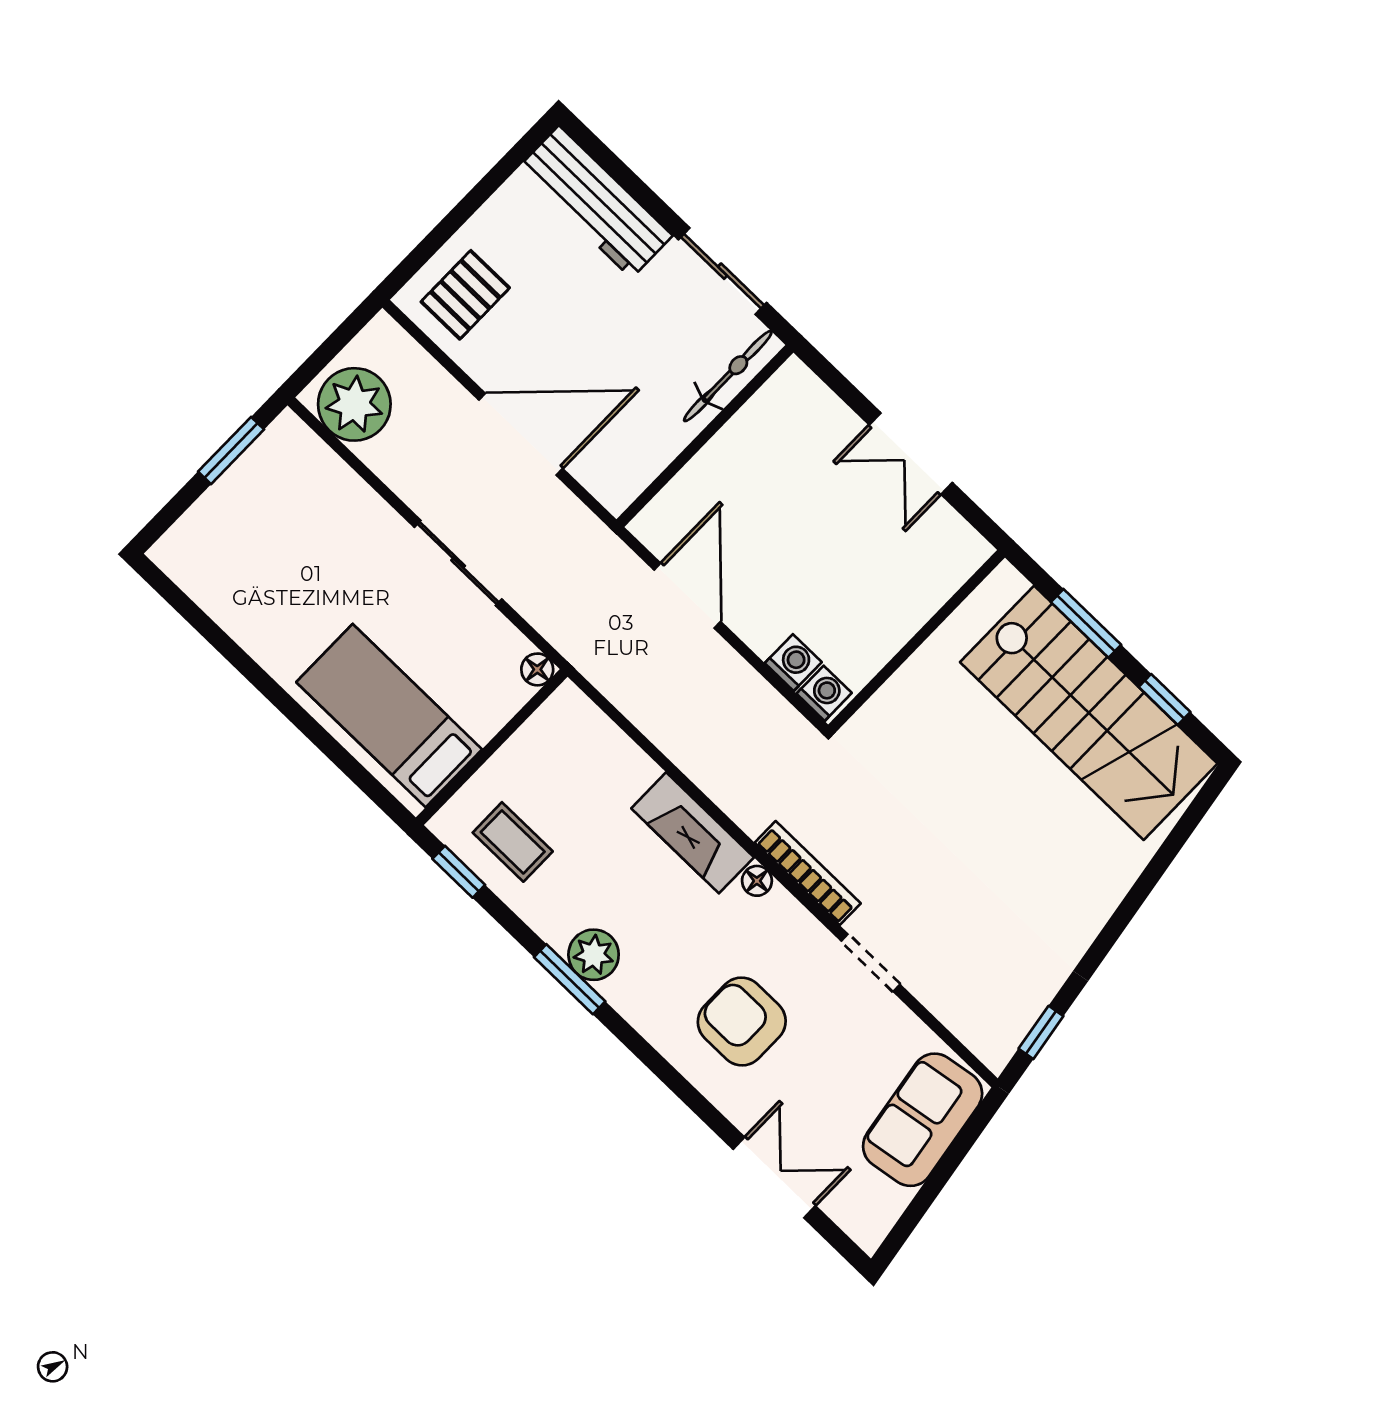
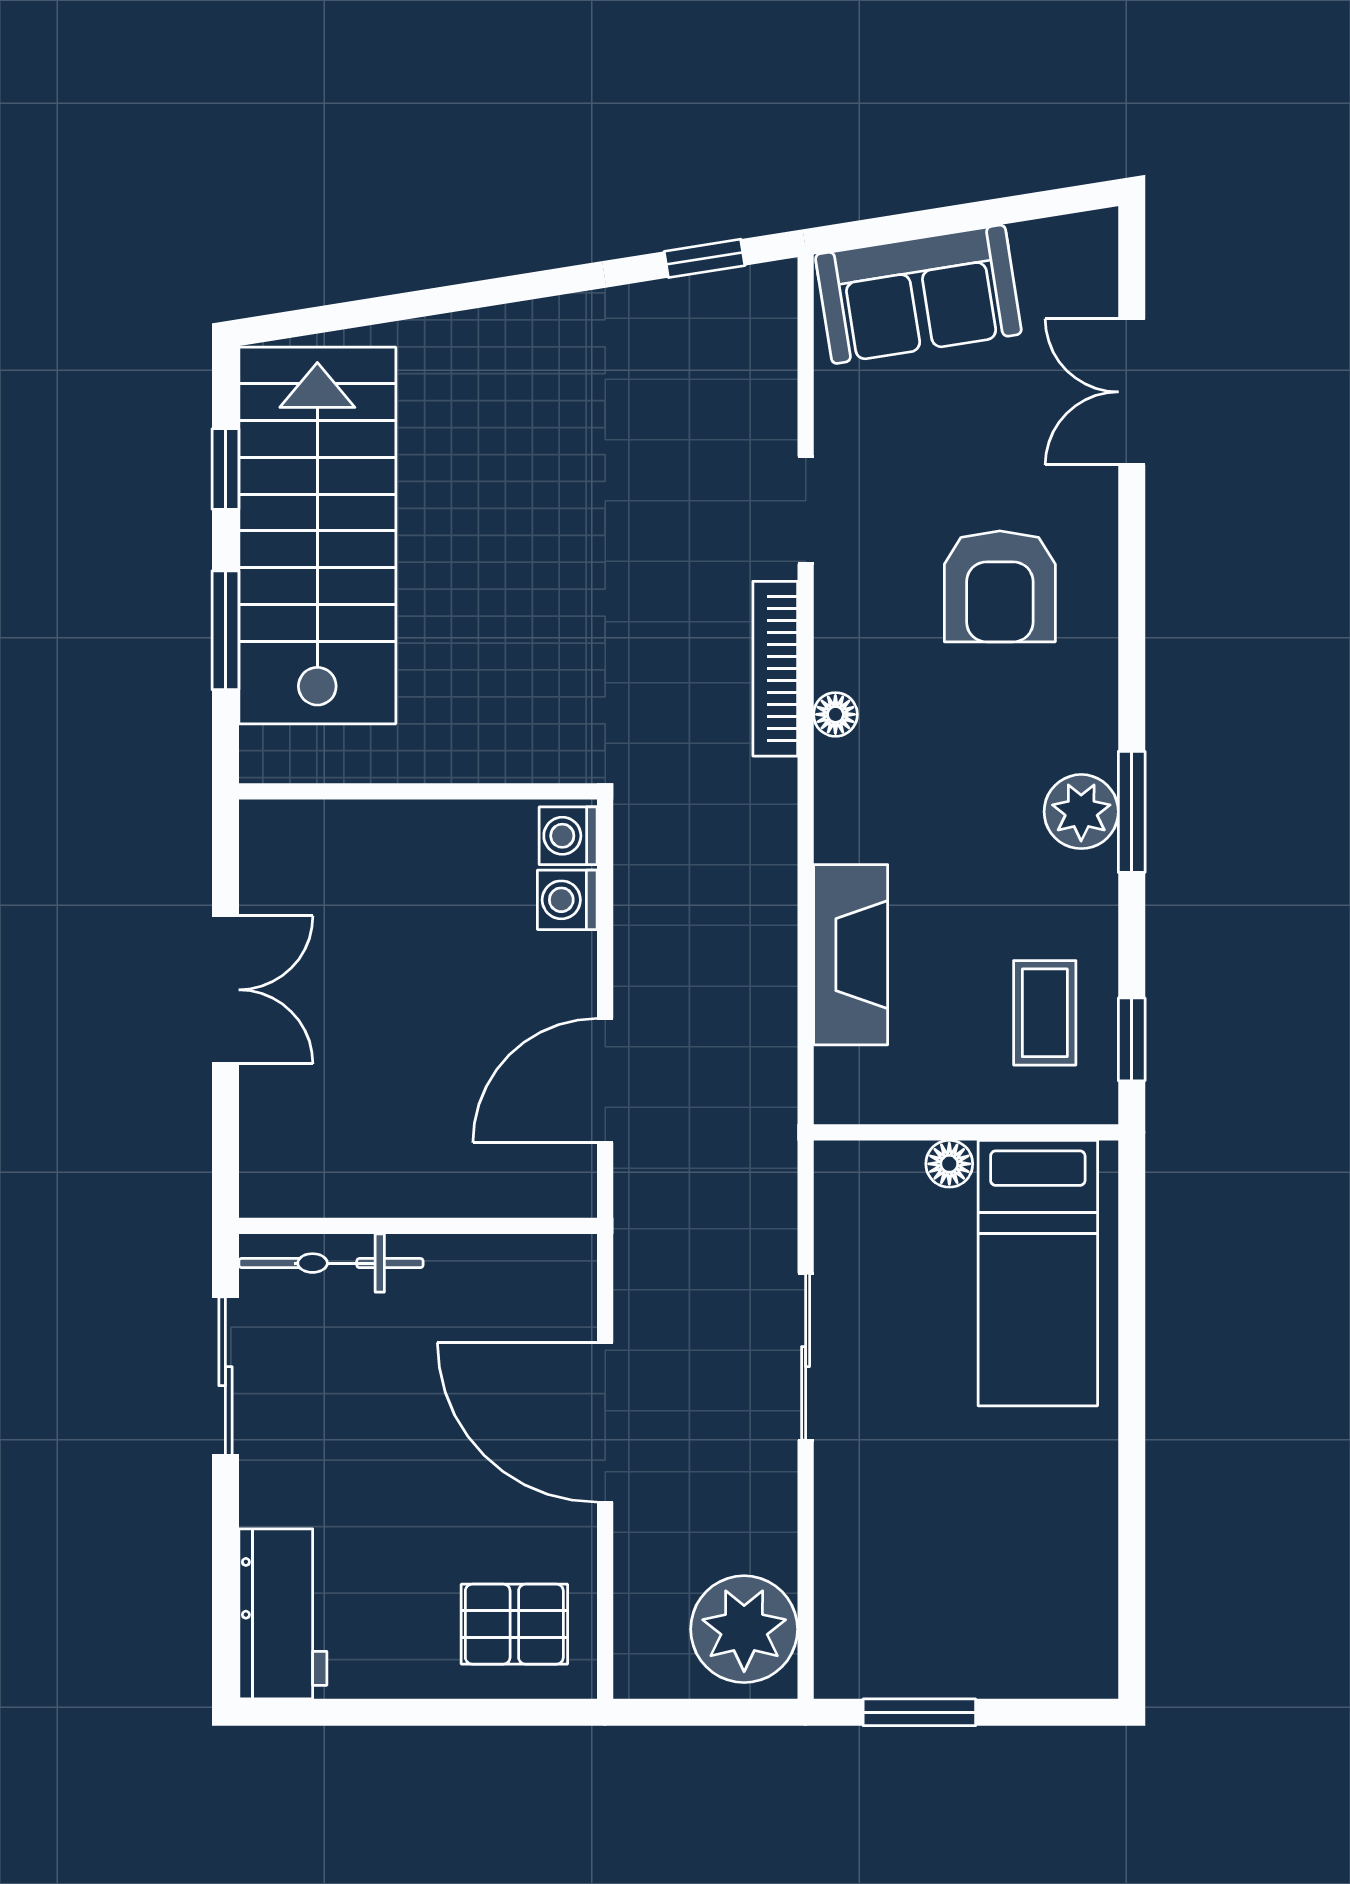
workbench: (595, 202) -> (283, 1614), width x0.73
floor lamp: (537, 669) -> (949, 1164), moved
fireplace: (693, 833) -> (851, 955), moved

